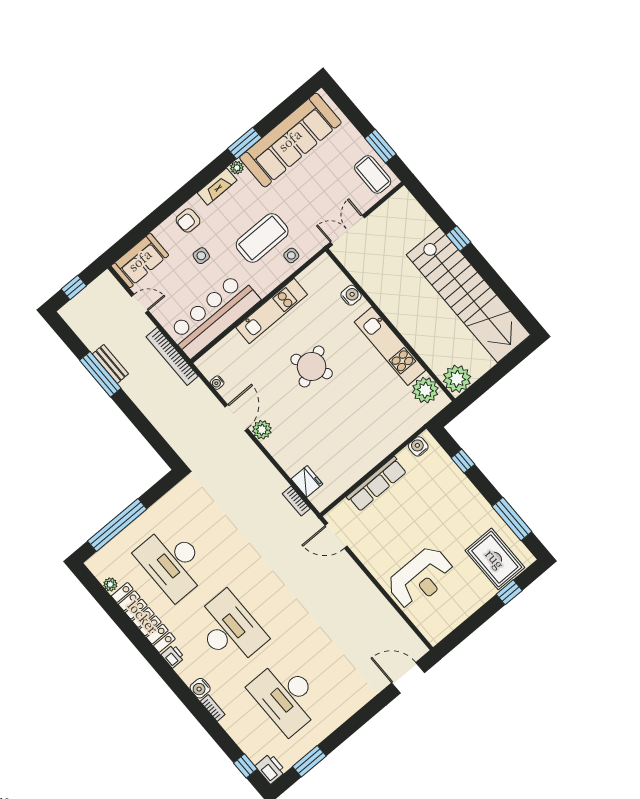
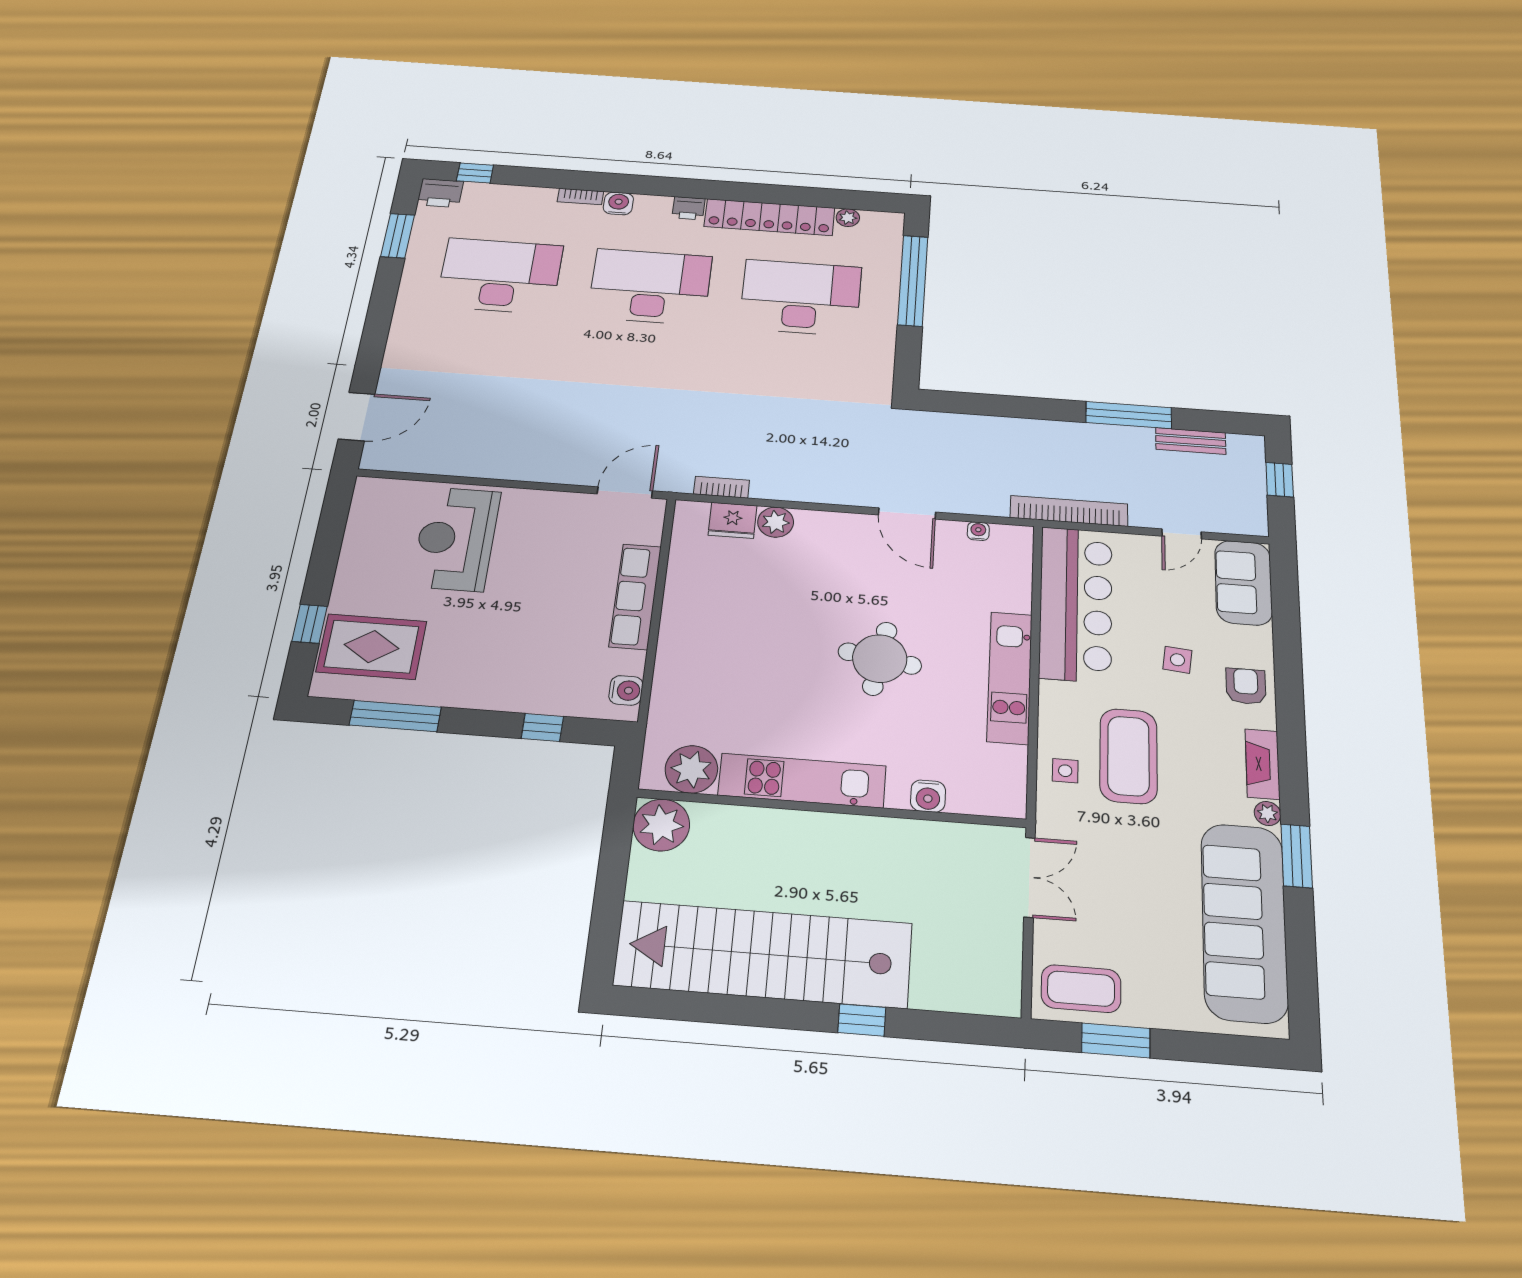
bench: (110, 364) -> (1191, 441), moved
round table: (312, 367) -> (880, 659), turned 34
plant: (262, 430) -> (776, 522), moved
desk: (229, 629) -> (650, 287), turned 180

